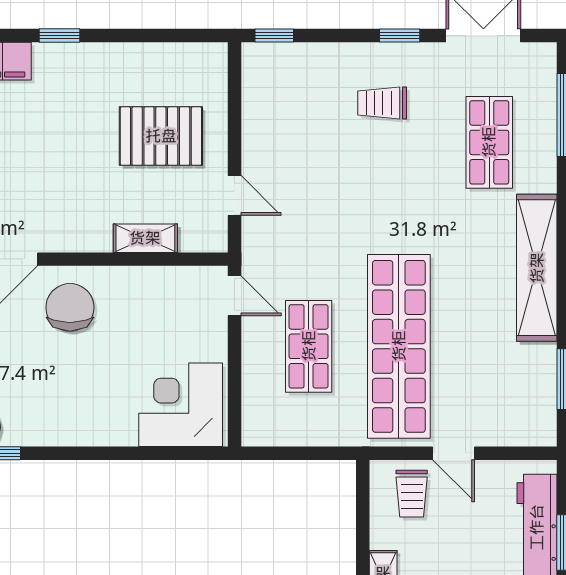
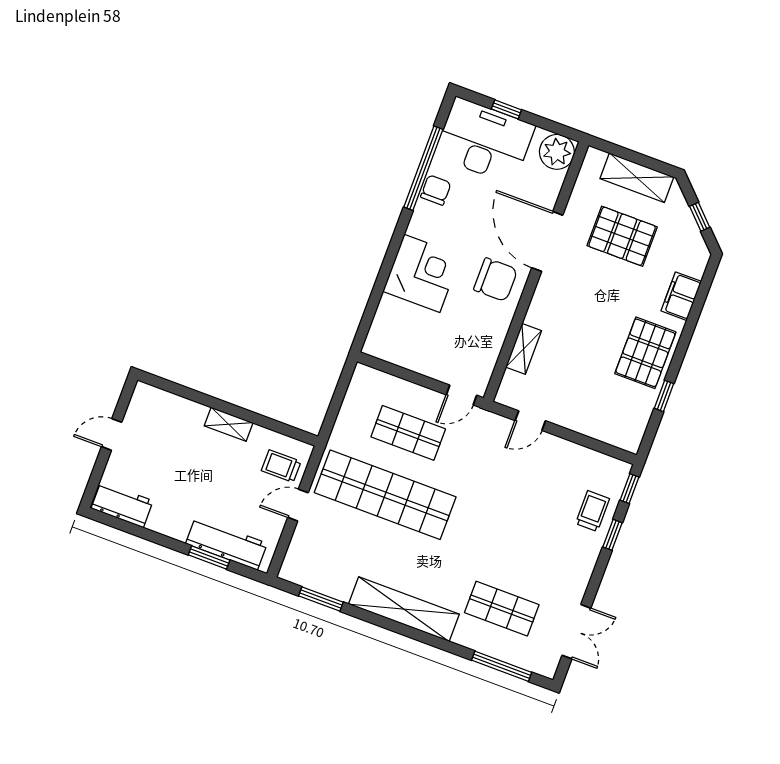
window: (59, 36) -> (664, 396), moved
window: (400, 36) -> (612, 535), moved
trolley: (382, 103) -> (593, 511), moved
pallet: (161, 136) -> (645, 353), moved
corner desk: (181, 405) -> (422, 273), moved

